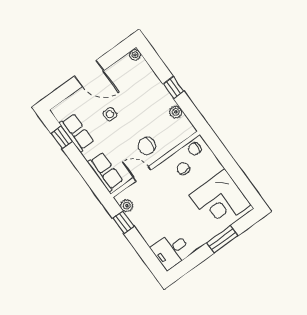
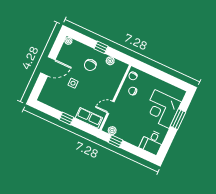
row of seats: (77, 133) -> (60, 104), removed
window: (62, 137) -> (66, 119), moved
chair: (147, 146) -> (90, 65), moved
corner desk: (220, 200) -> (162, 109), moved, turned 90

